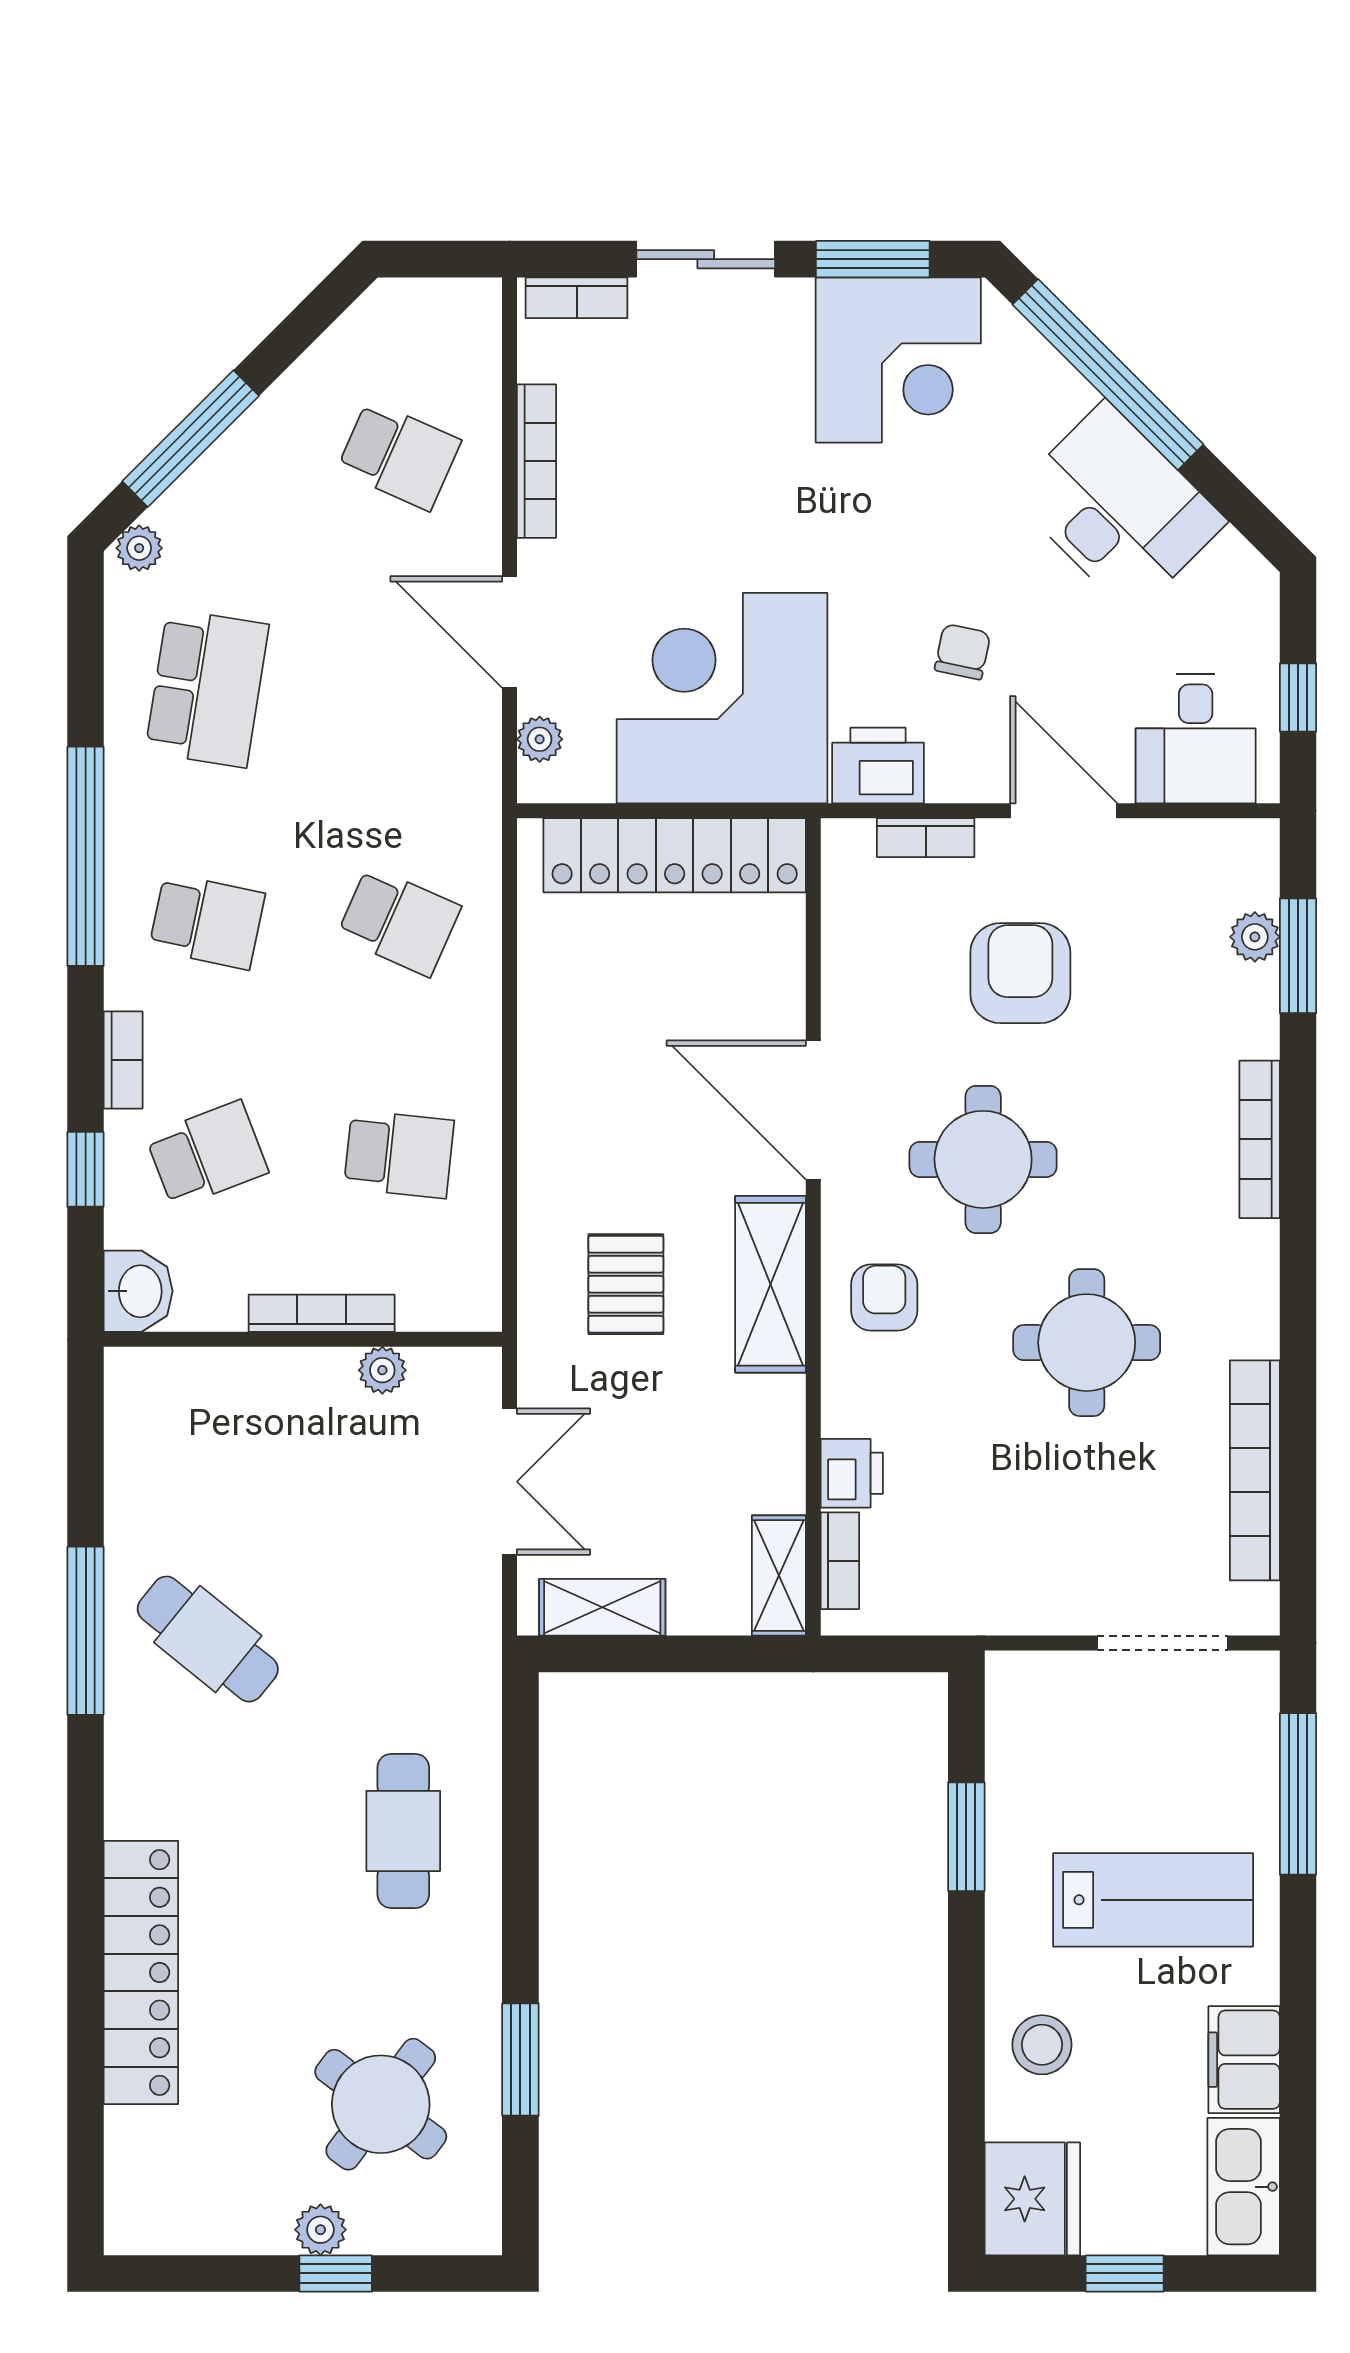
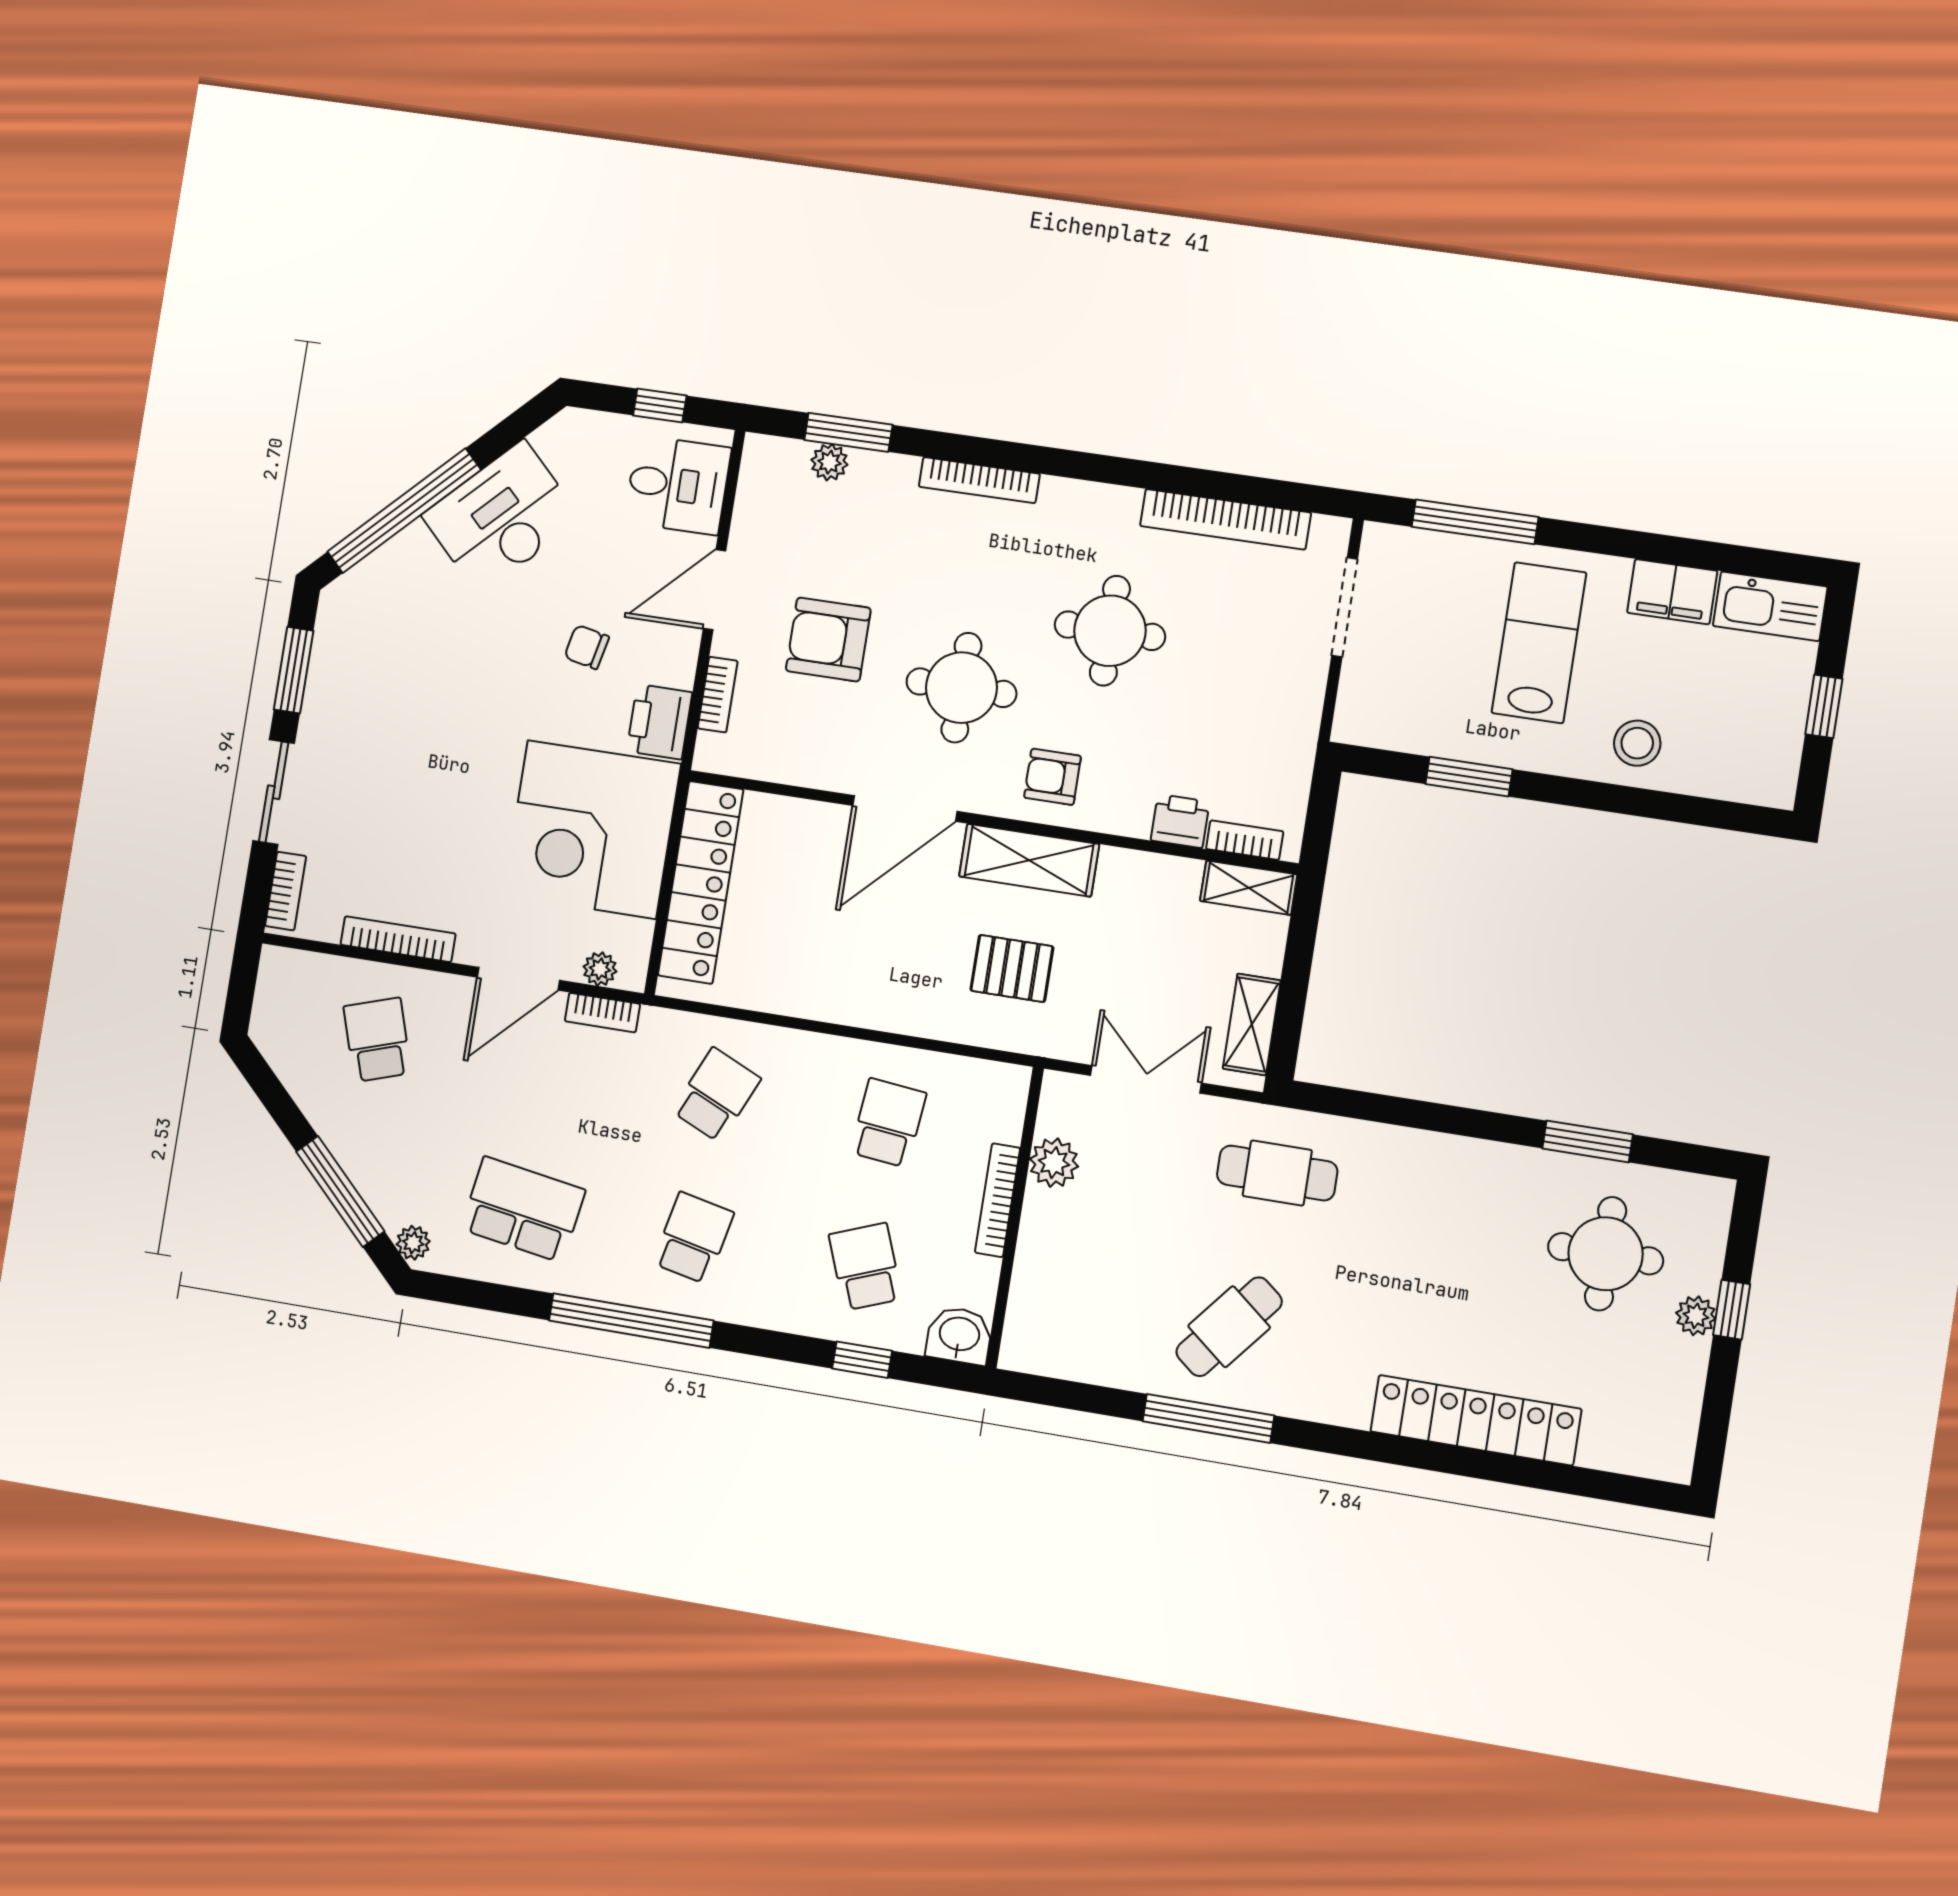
corner desk: (898, 360) -> (369, 662), removed
school desk: (399, 455) -> (377, 1040), turned -42
bookcase: (123, 1060) -> (602, 1013), moved, turned 180
plant: (382, 1370) -> (1054, 1163), width x1.38, depth x1.38
cafe table: (403, 1831) -> (1277, 1173), moved
round table: (381, 2104) -> (1606, 1254), turned -37
fridge: (1032, 2199) -> (1755, 768), removed

